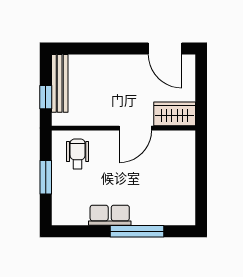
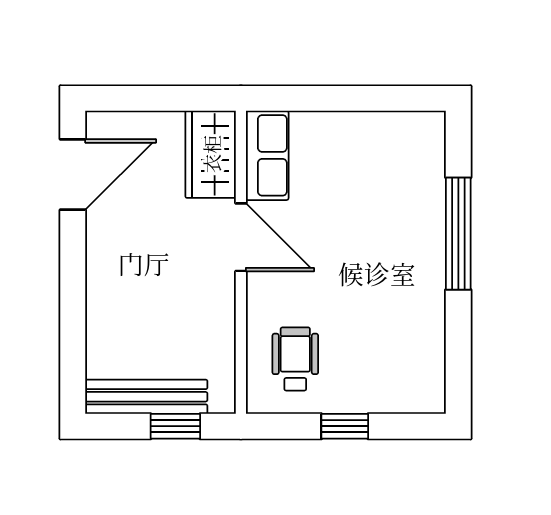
wheelchair: (78, 154) -> (295, 359), turned 90
window: (46, 177) -> (345, 426), width x0.67
row of seats: (110, 215) -> (267, 155), moved, turned 180

